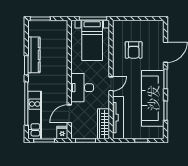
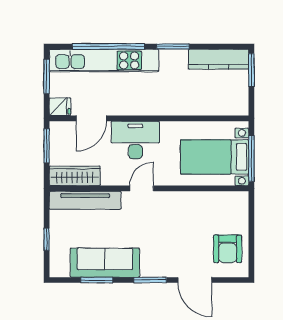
armchair: (134, 50) -> (228, 249), moved, turned -90
kitchen counter: (34, 55) -> (219, 59), moved
door: (111, 84) -> (142, 188), swing flipped
sofa: (153, 98) -> (105, 263), width x0.74, depth x0.79
door: (69, 114) -> (91, 118), swing flipped
kitchen unit: (35, 115) -> (104, 60), width x1.36

